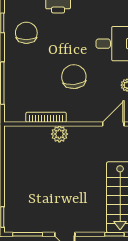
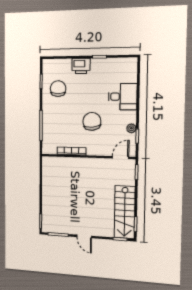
plant: (59, 134) -> (81, 164), removed

